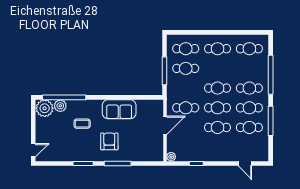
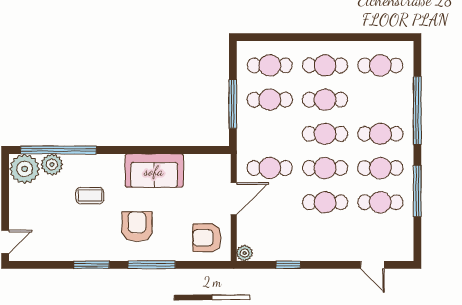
cafe table: (218, 68) -> (325, 100), added
armchair: (149, 148) -> (207, 238), added

